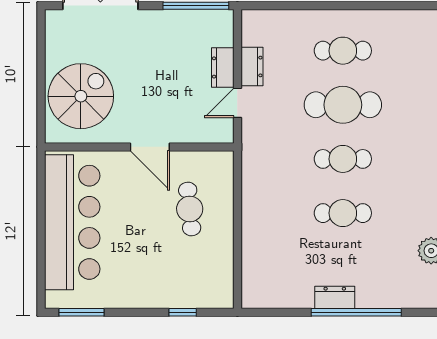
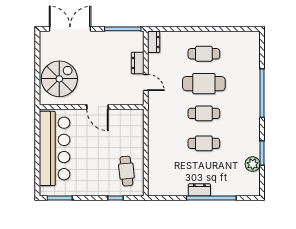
dresser: (252, 66) -> (154, 42), moved
door: (237, 103) -> (146, 83), swing flipped
cafe table: (190, 209) -> (126, 171), moved

